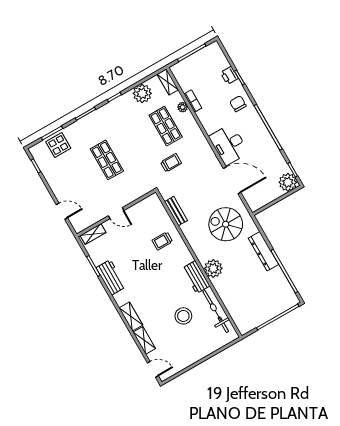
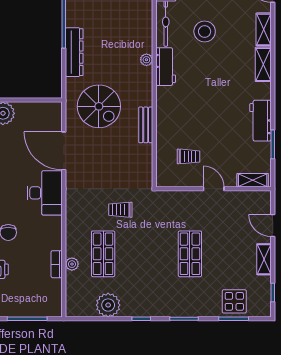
shelving: (168, 82) -> (264, 259), moved
bench: (176, 211) -> (146, 125), moved
trolley: (162, 241) -> (188, 156), moved
plant: (213, 268) -> (146, 60), width x0.53, depth x0.53

